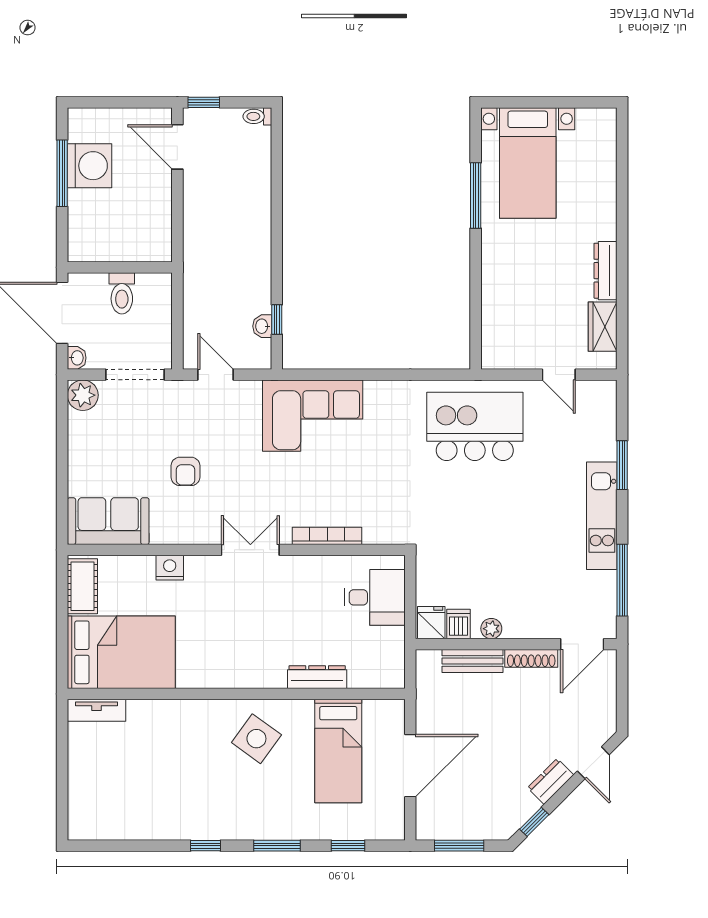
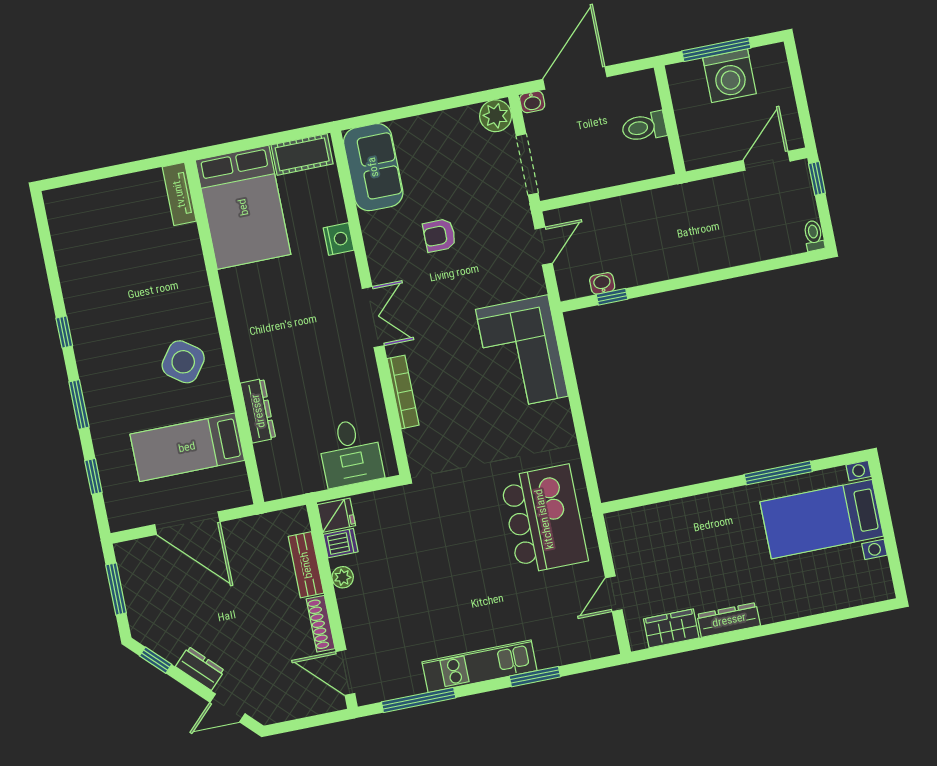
wall: (120, 267) -> (670, 120), moved
toilet: (122, 293) -> (644, 127), moved

